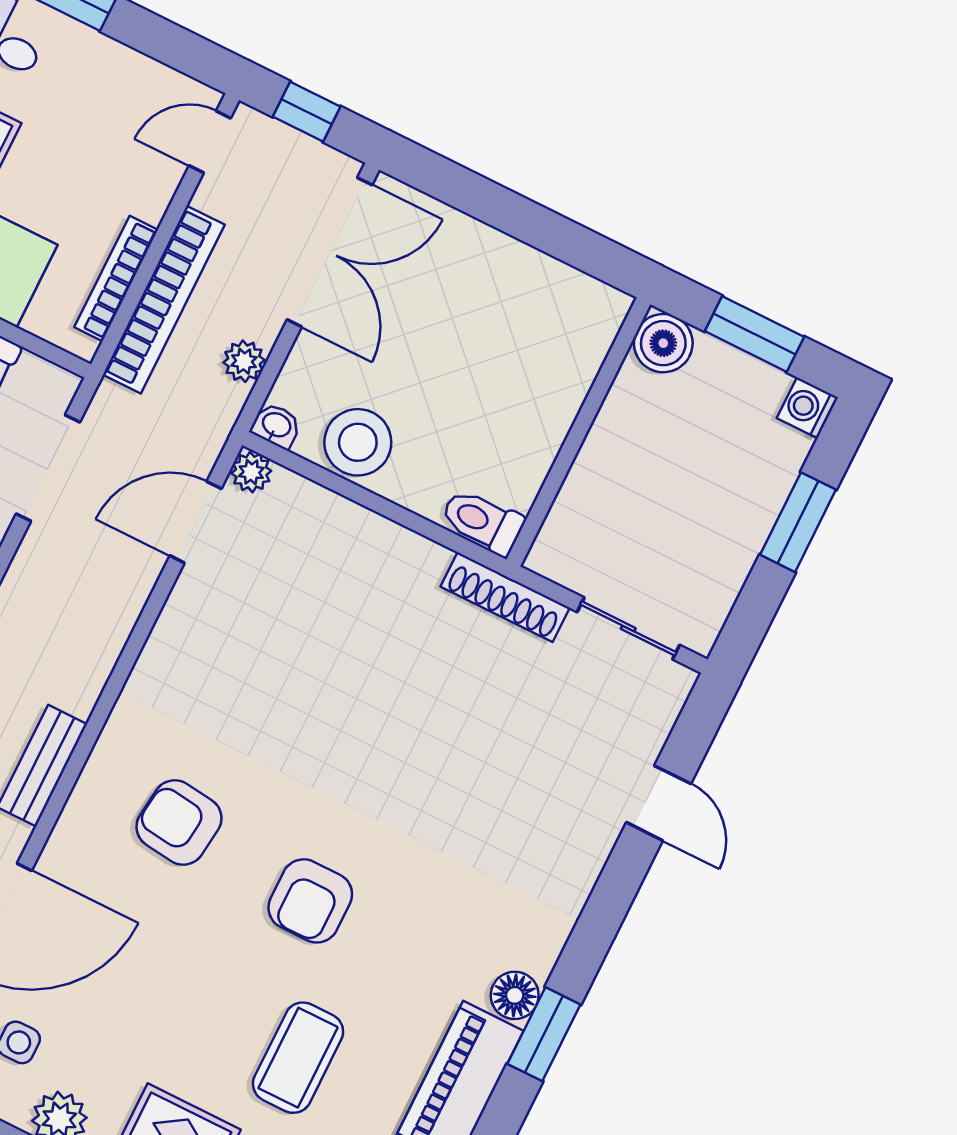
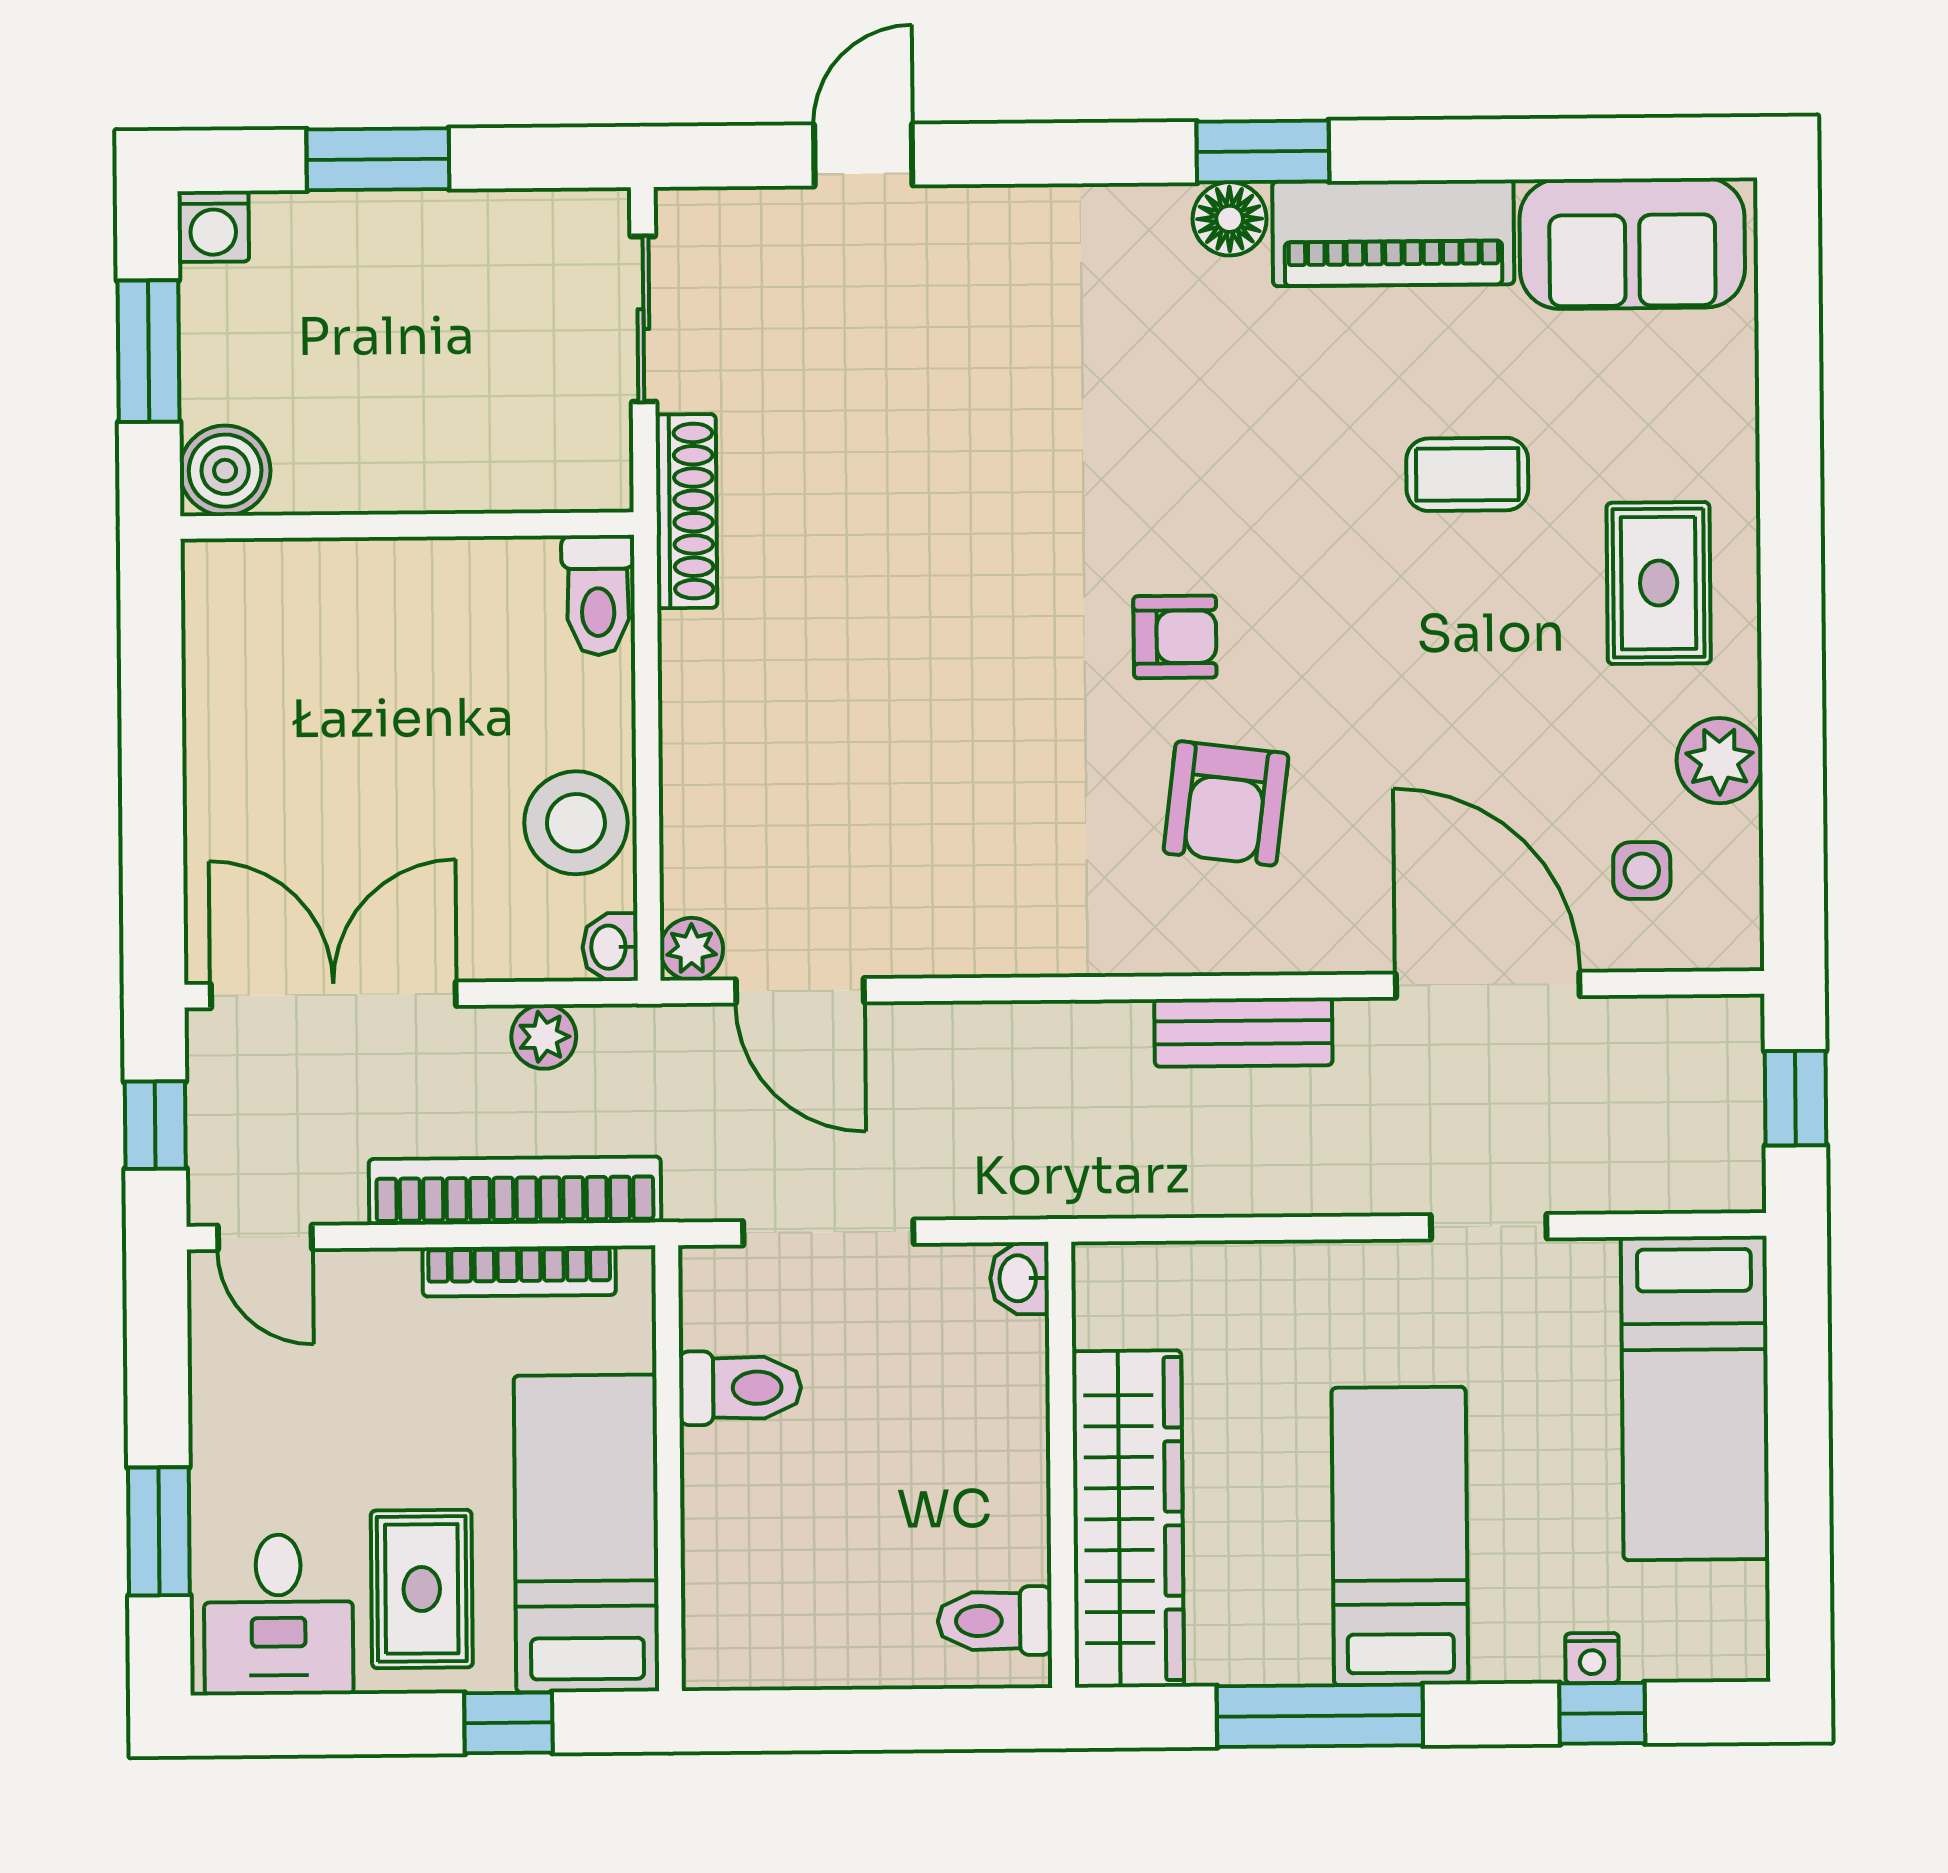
armchair: (310, 901) -> (1175, 637), moved, width x0.72, depth x0.72
coffee table: (298, 1058) -> (1467, 474), width x0.73, depth x0.77

